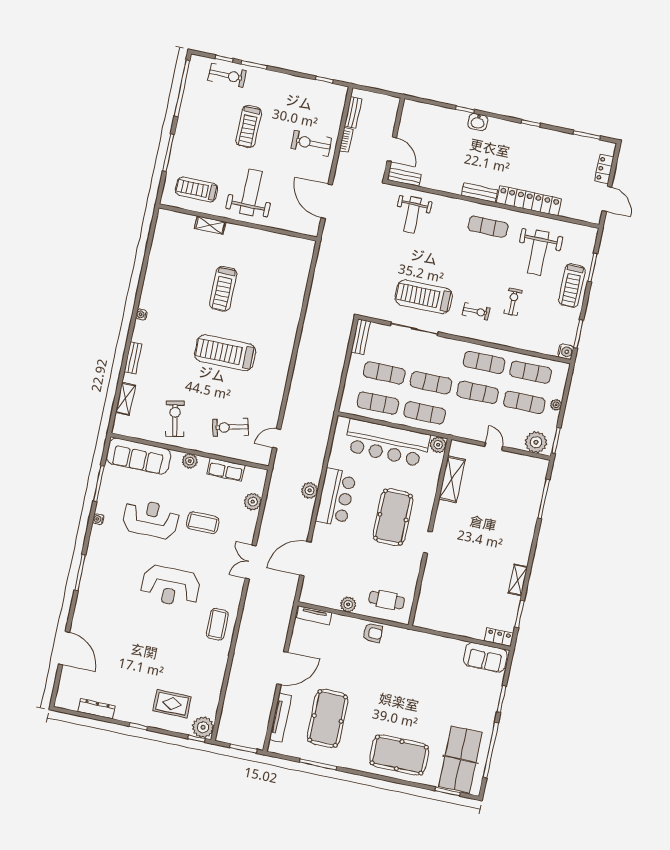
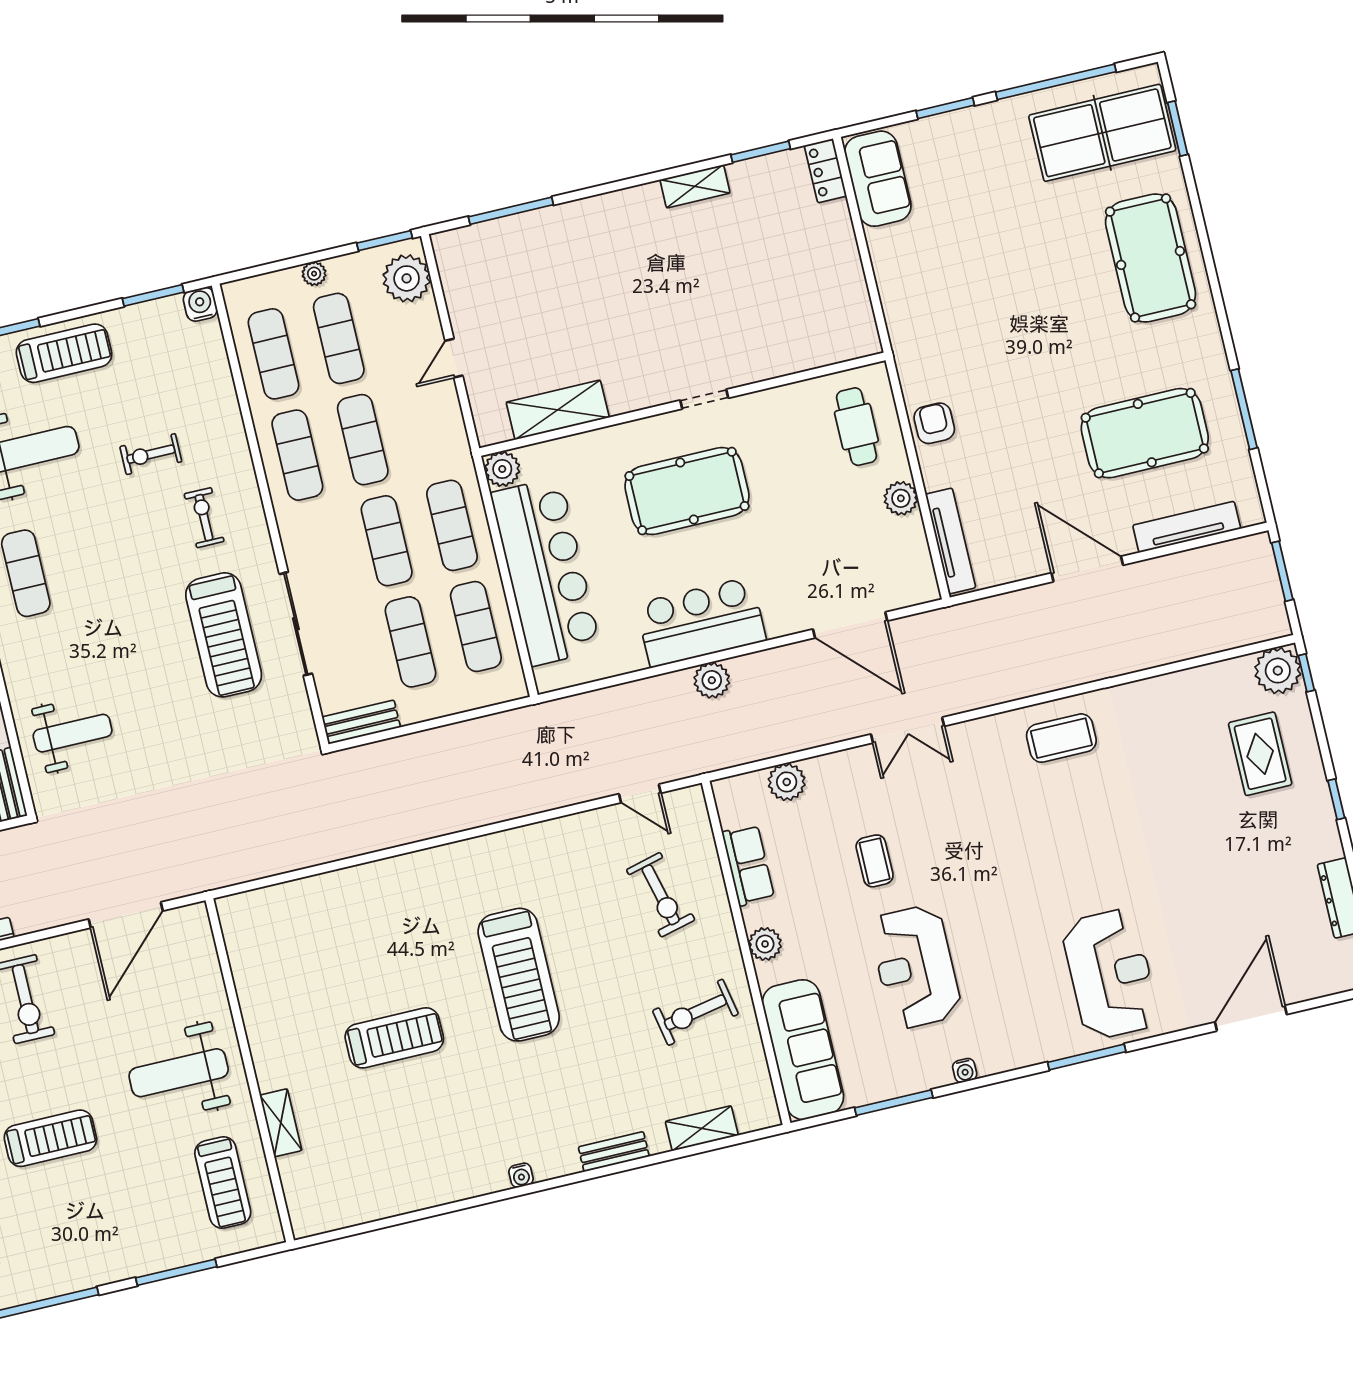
coffee table: (203, 523) -> (875, 861), width x0.73, depth x0.77
reception desk: (170, 586) -> (1110, 974), moved
tv unit: (314, 615) -> (951, 541), width x1.41

